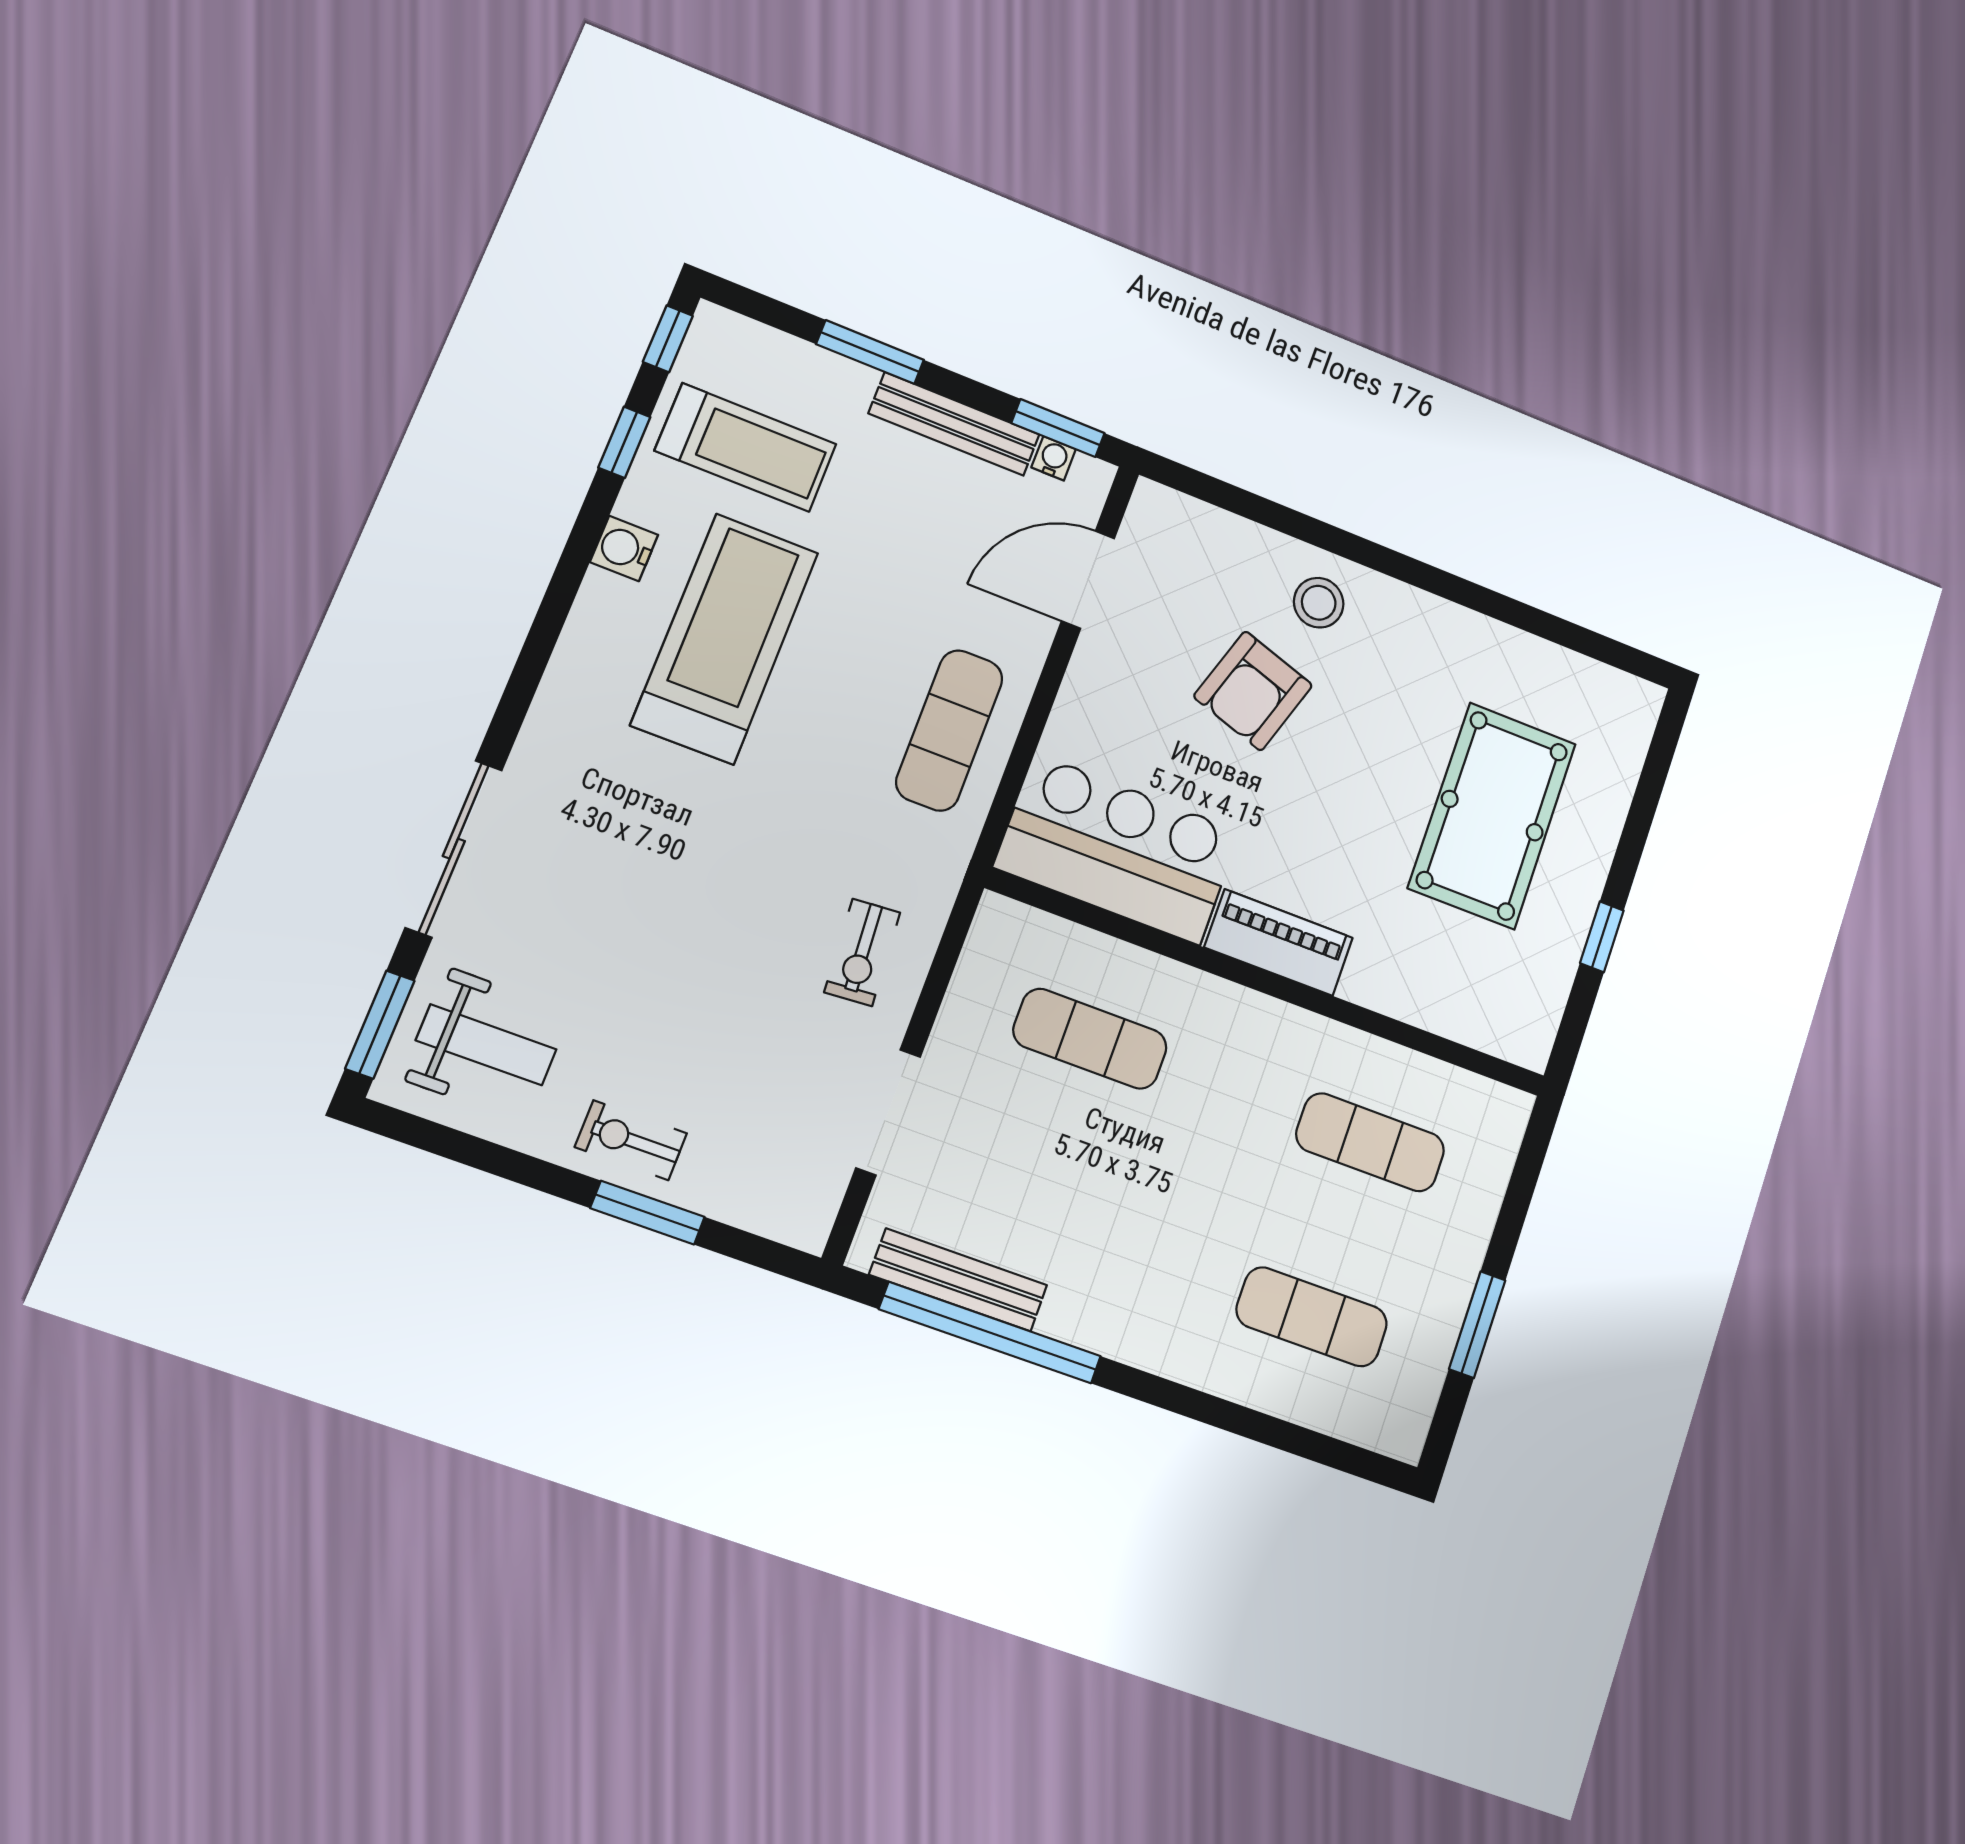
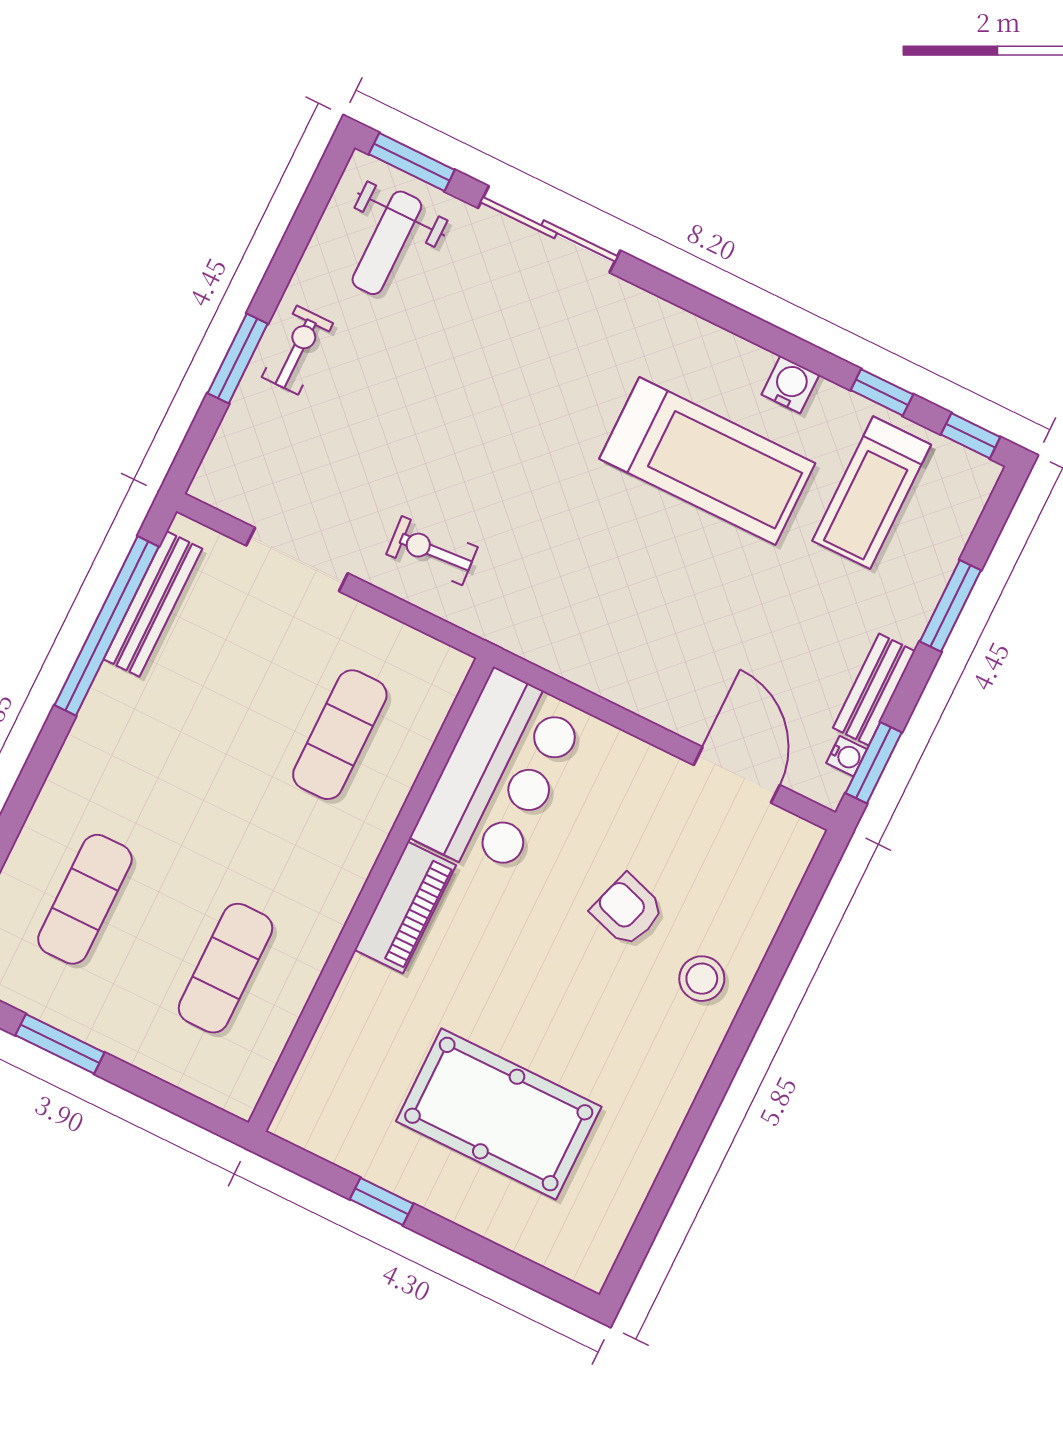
bench: (954, 424) -> (874, 690), width x0.73
armchair: (1253, 691) -> (627, 910), width x0.72, depth x0.72
exercise mat: (949, 730) -> (614, 642), removed

